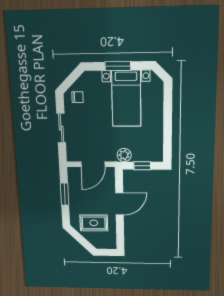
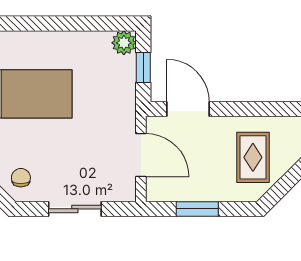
plant: (124, 155) -> (124, 43), moved
door: (119, 204) -> (188, 109), moved

